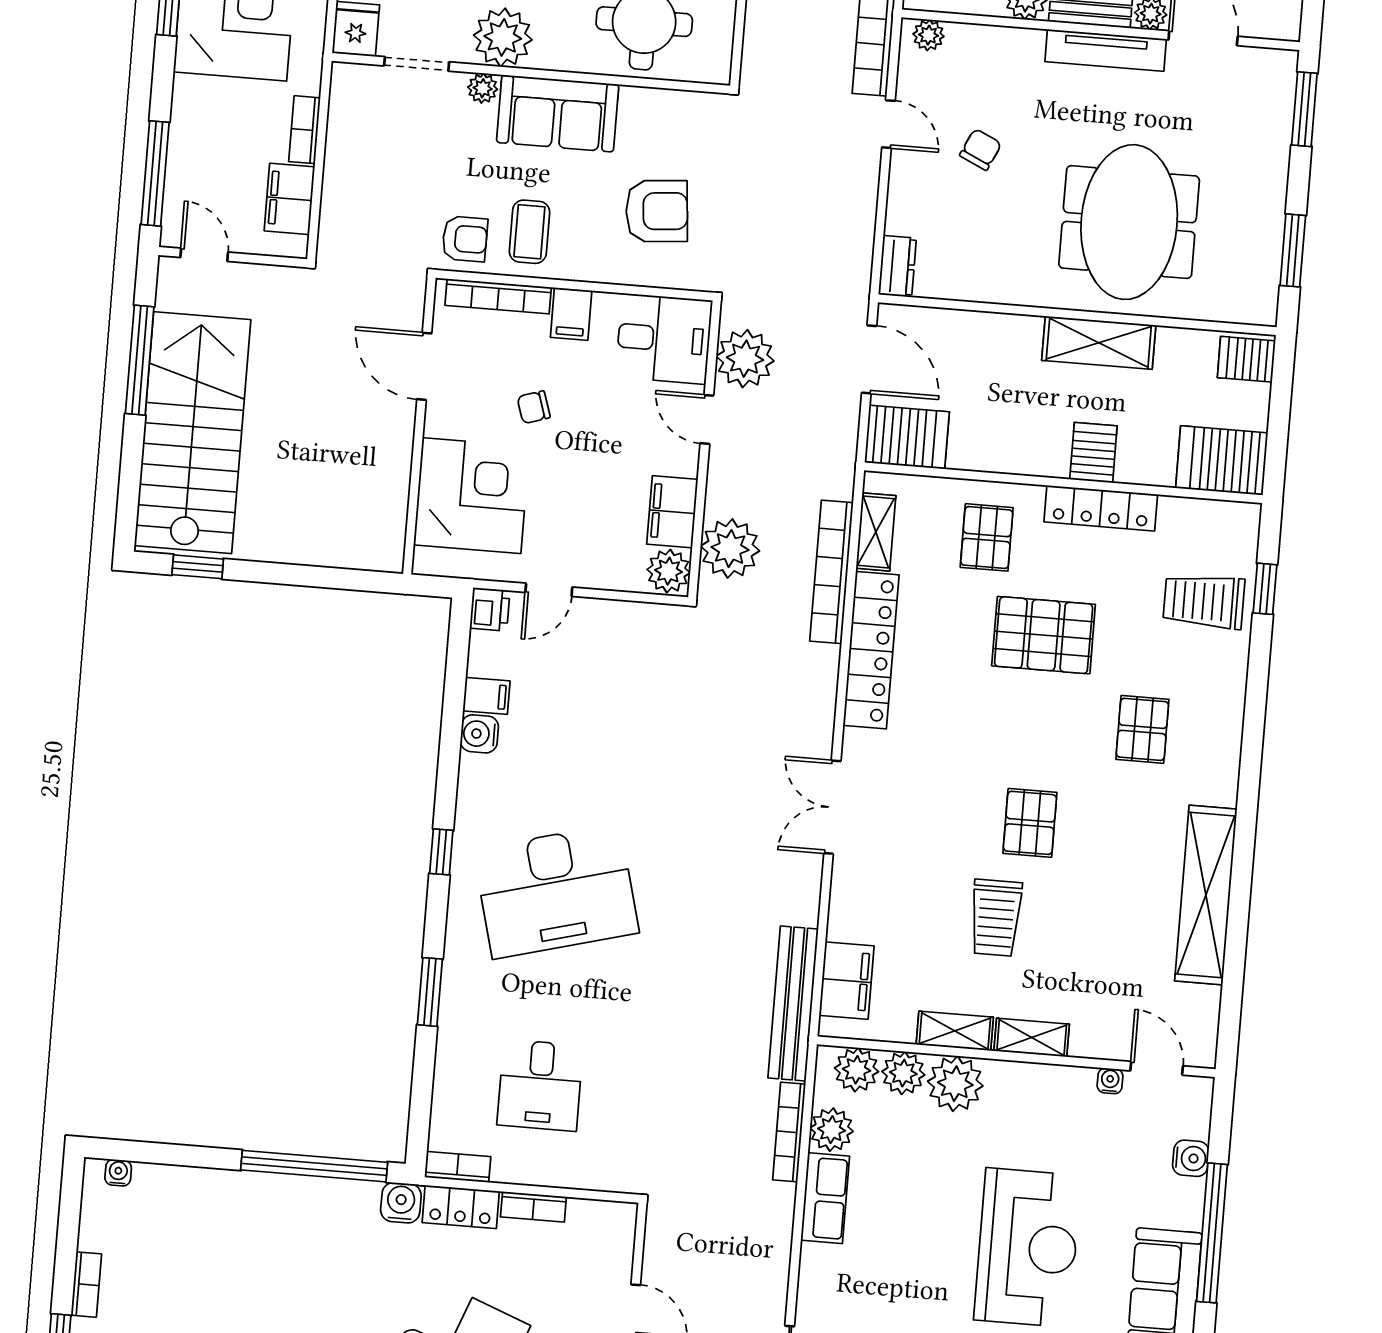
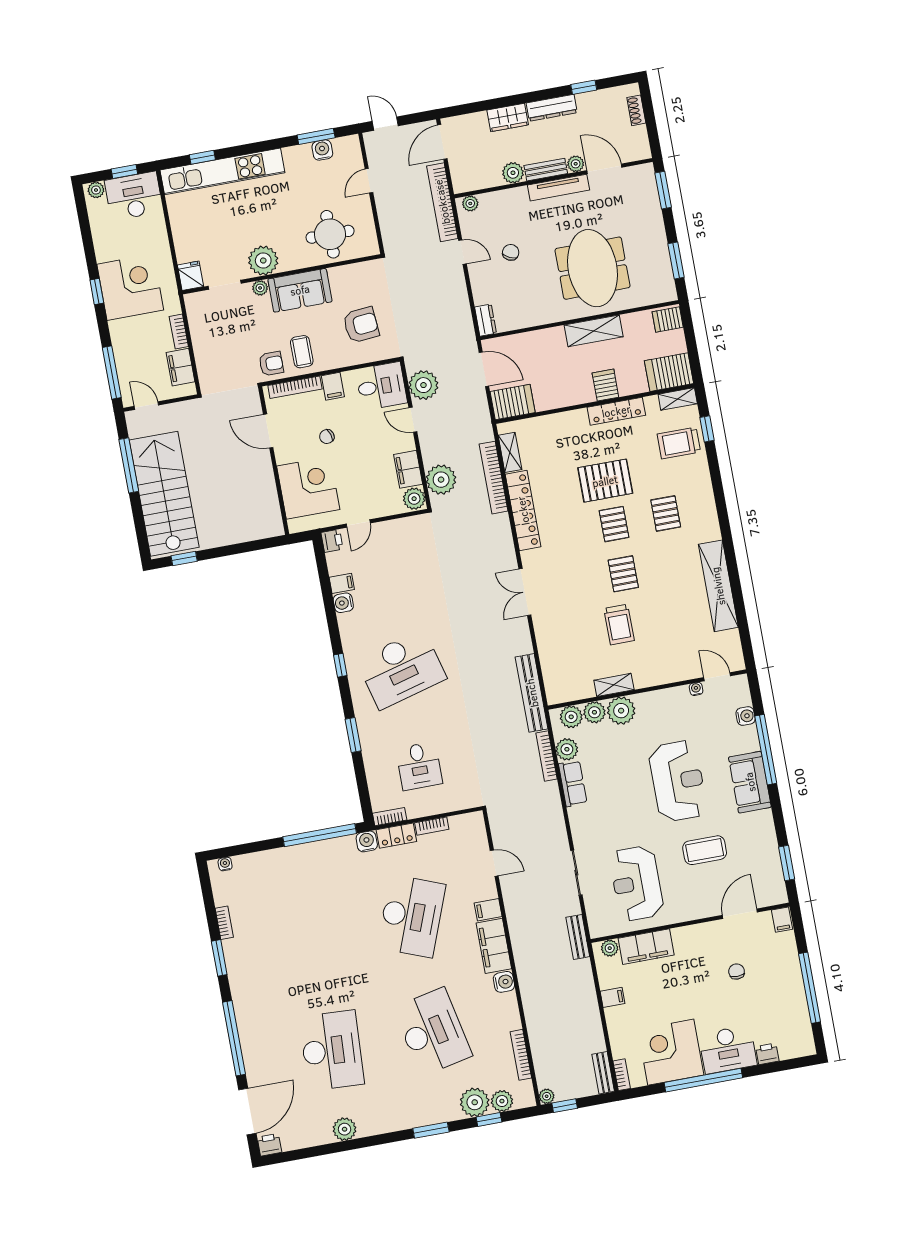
pallet: (987, 537) -> (614, 524), moved
filing cabinet: (847, 981) -> (555, 675), removed
shelving: (1032, 1038) -> (678, 399), moved

